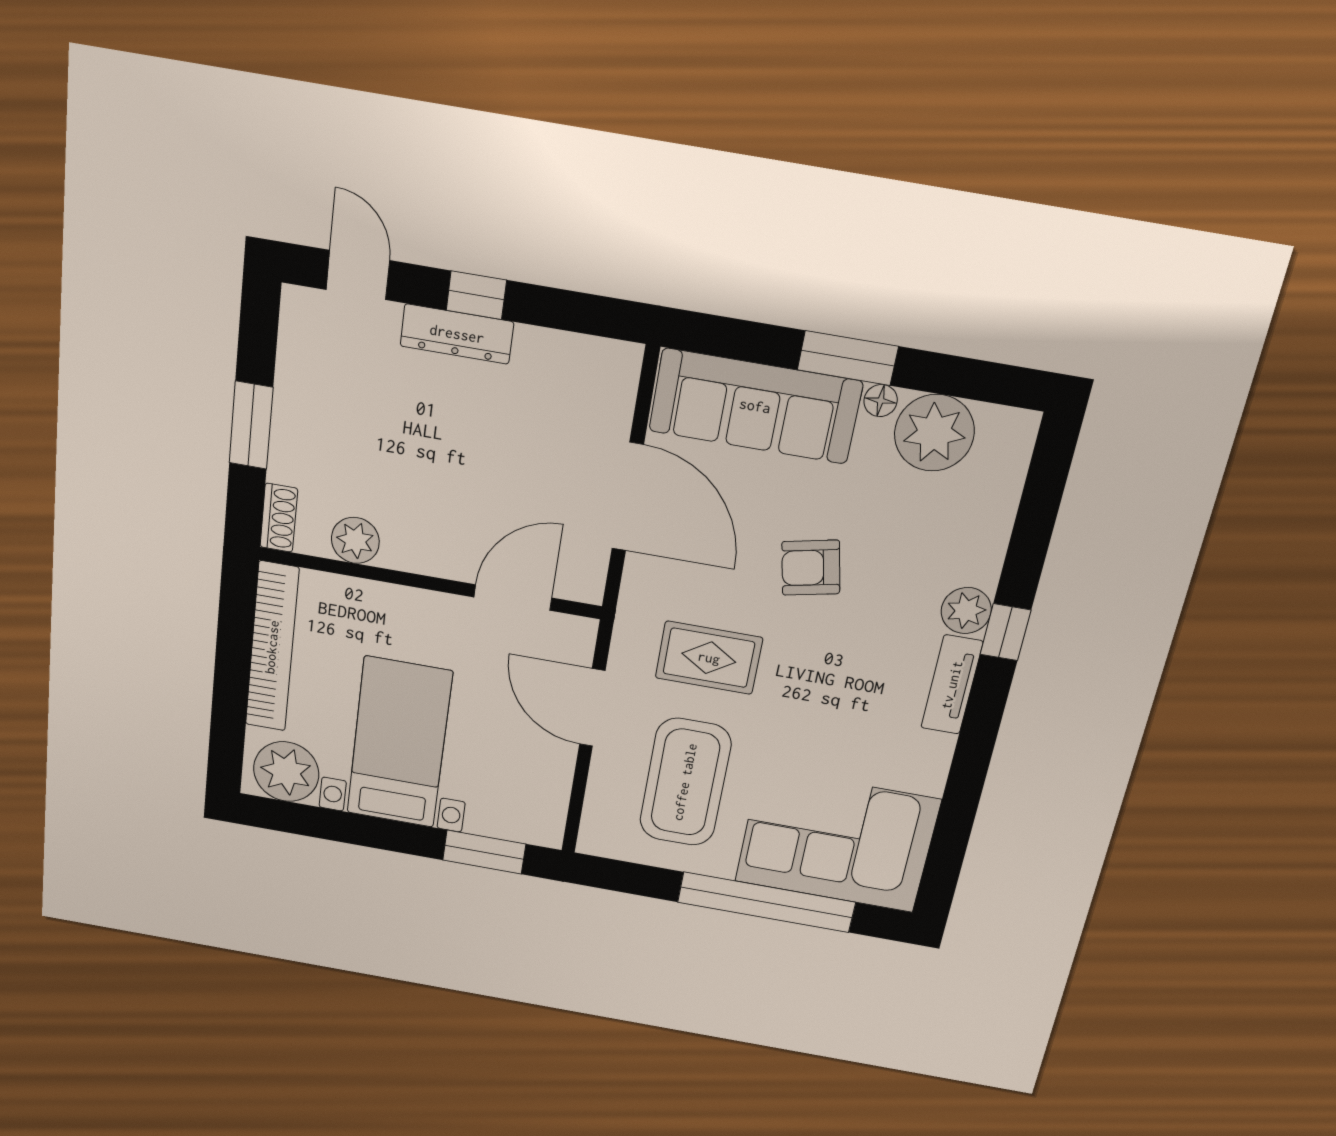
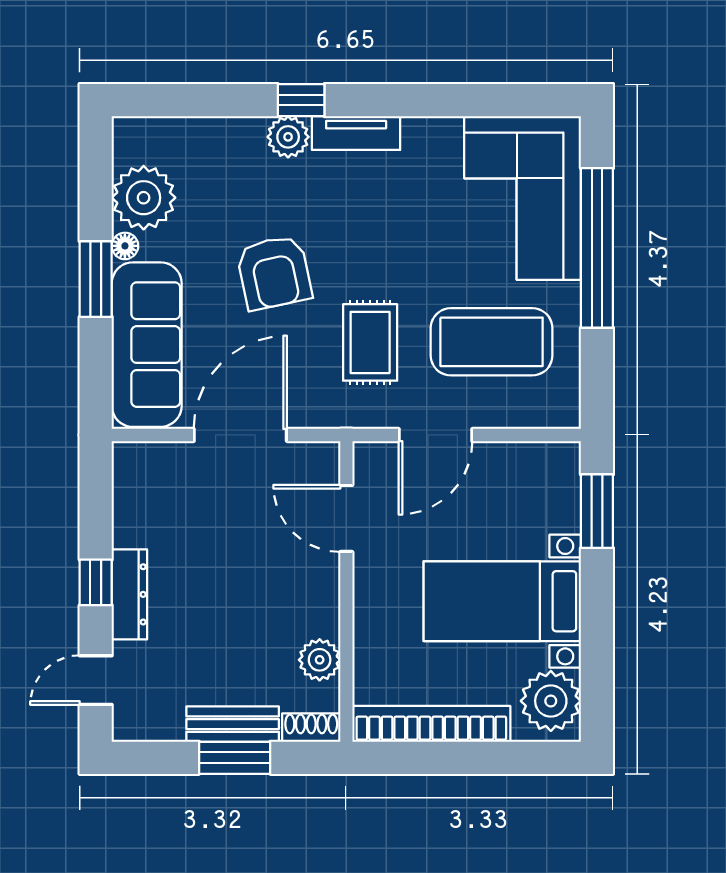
bench: (290, 430) -> (233, 724), added
armchair: (811, 568) -> (274, 273), width x1.38, depth x1.38

